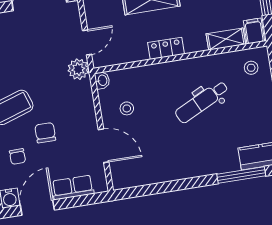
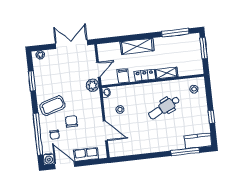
filing cabinet: (254, 31) -> (123, 76), moved
shelving: (226, 39) -> (166, 73), moved
door: (37, 208) -> (65, 165), hinge flipped

